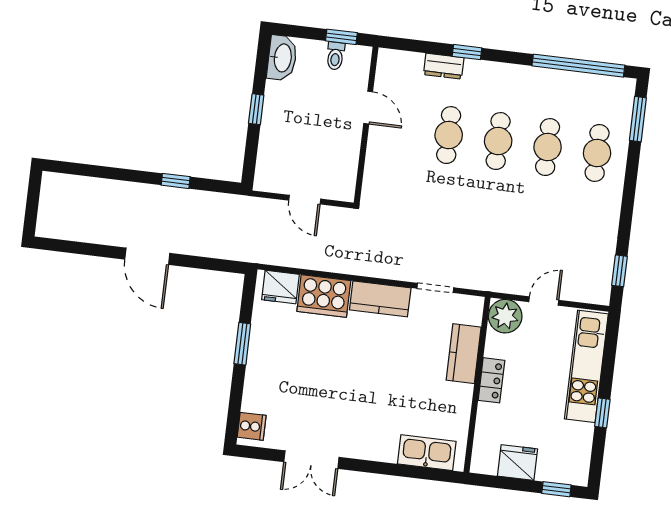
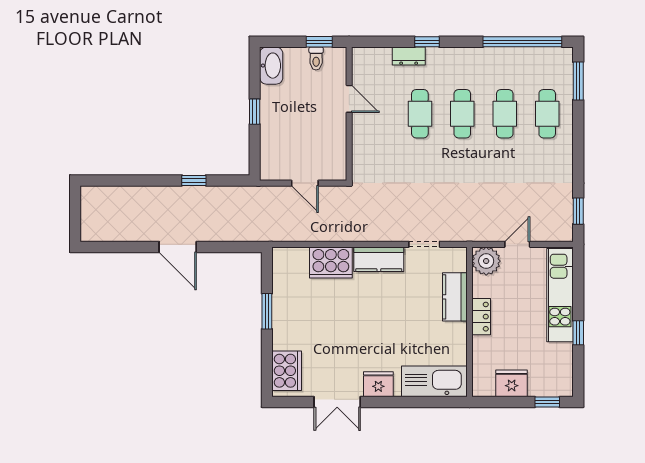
fridge: (280, 287) -> (378, 384), moved, turned 180
cooker: (252, 426) -> (287, 371), width x1.87, depth x1.31
kitchen sink: (427, 453) -> (434, 381), width x1.36, depth x1.24

